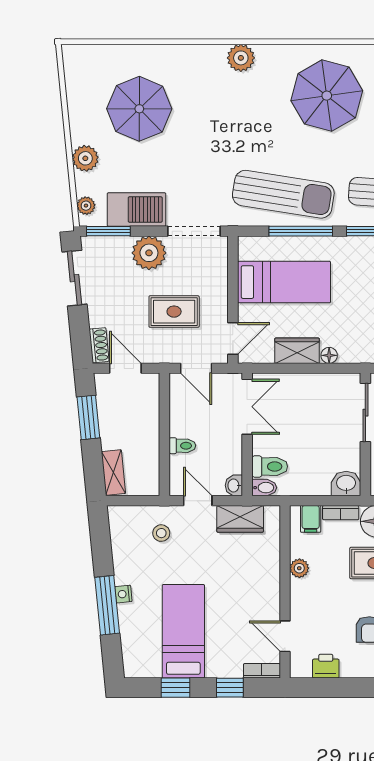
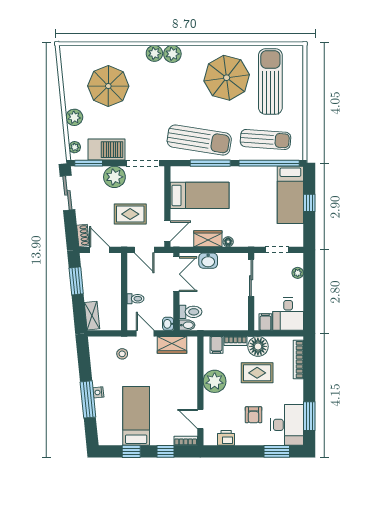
plant: (212, 57) -> (154, 53), added
washbasin: (346, 484) -> (208, 261), moved, turned 180
plant: (299, 568) -> (215, 381), width x1.87, depth x1.87

